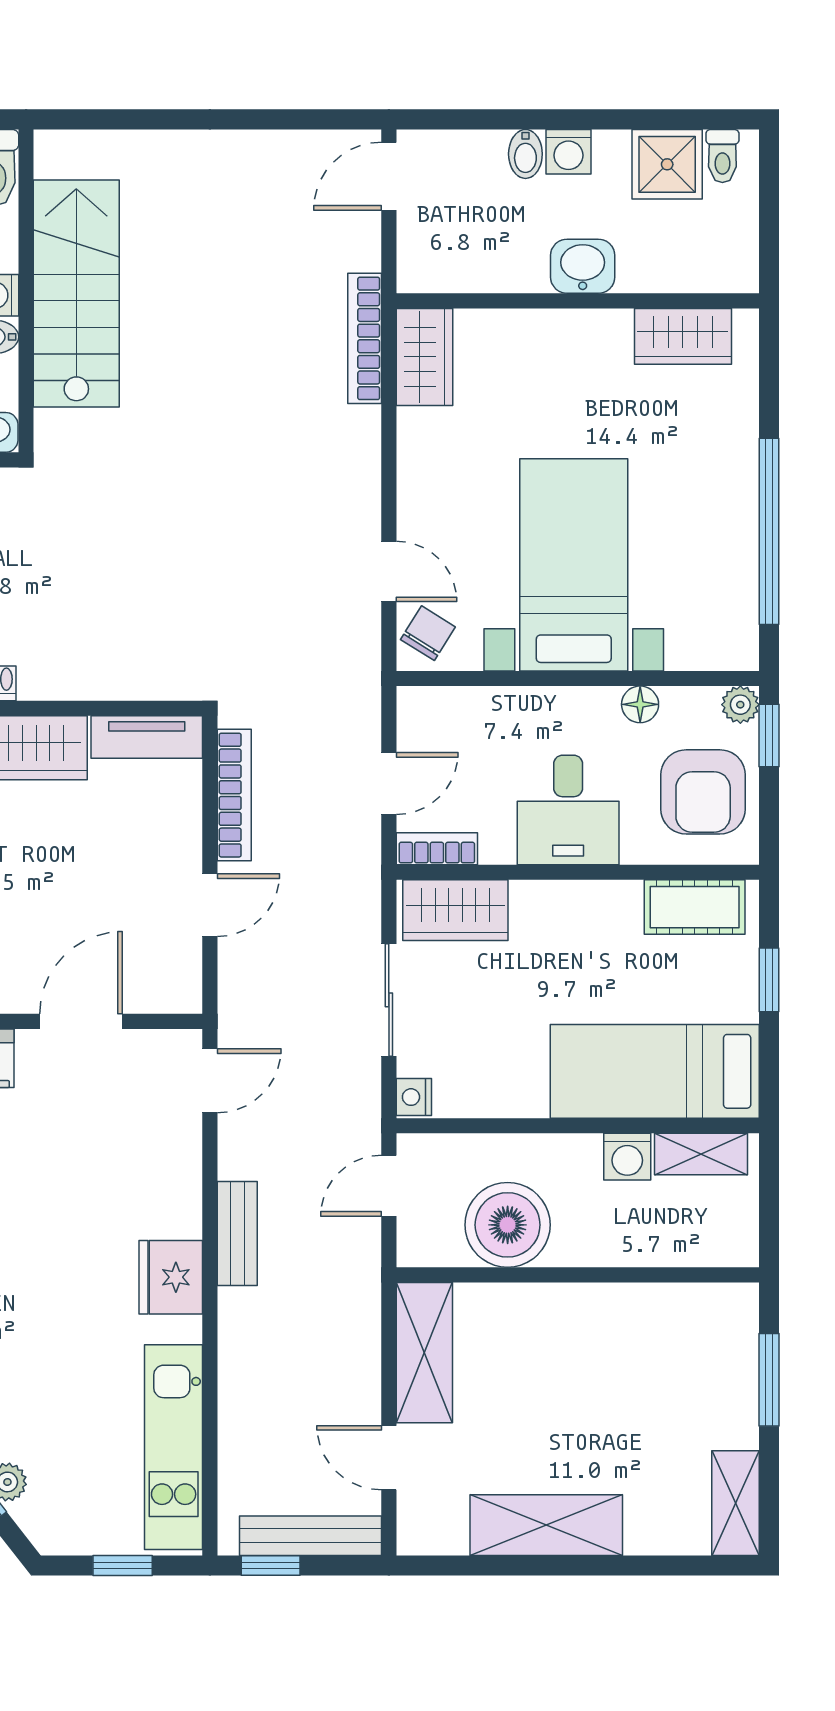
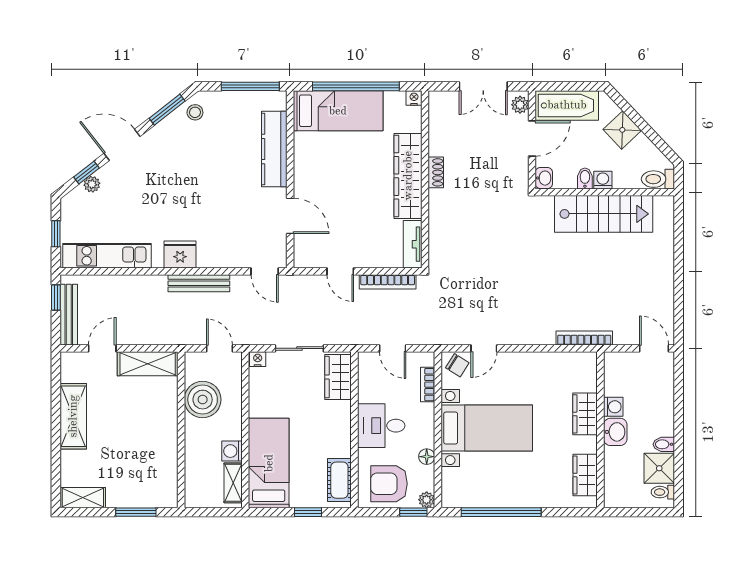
washing machine: (568, 152) -> (613, 407), moved, turned 180
bidet: (525, 154) -> (664, 444), moved
wardrobe: (424, 357) -> (585, 414), moved, turned 90
bookcase: (437, 849) -> (428, 385), moved, turned 180
bench: (237, 1233) -> (199, 283), width x1.36

